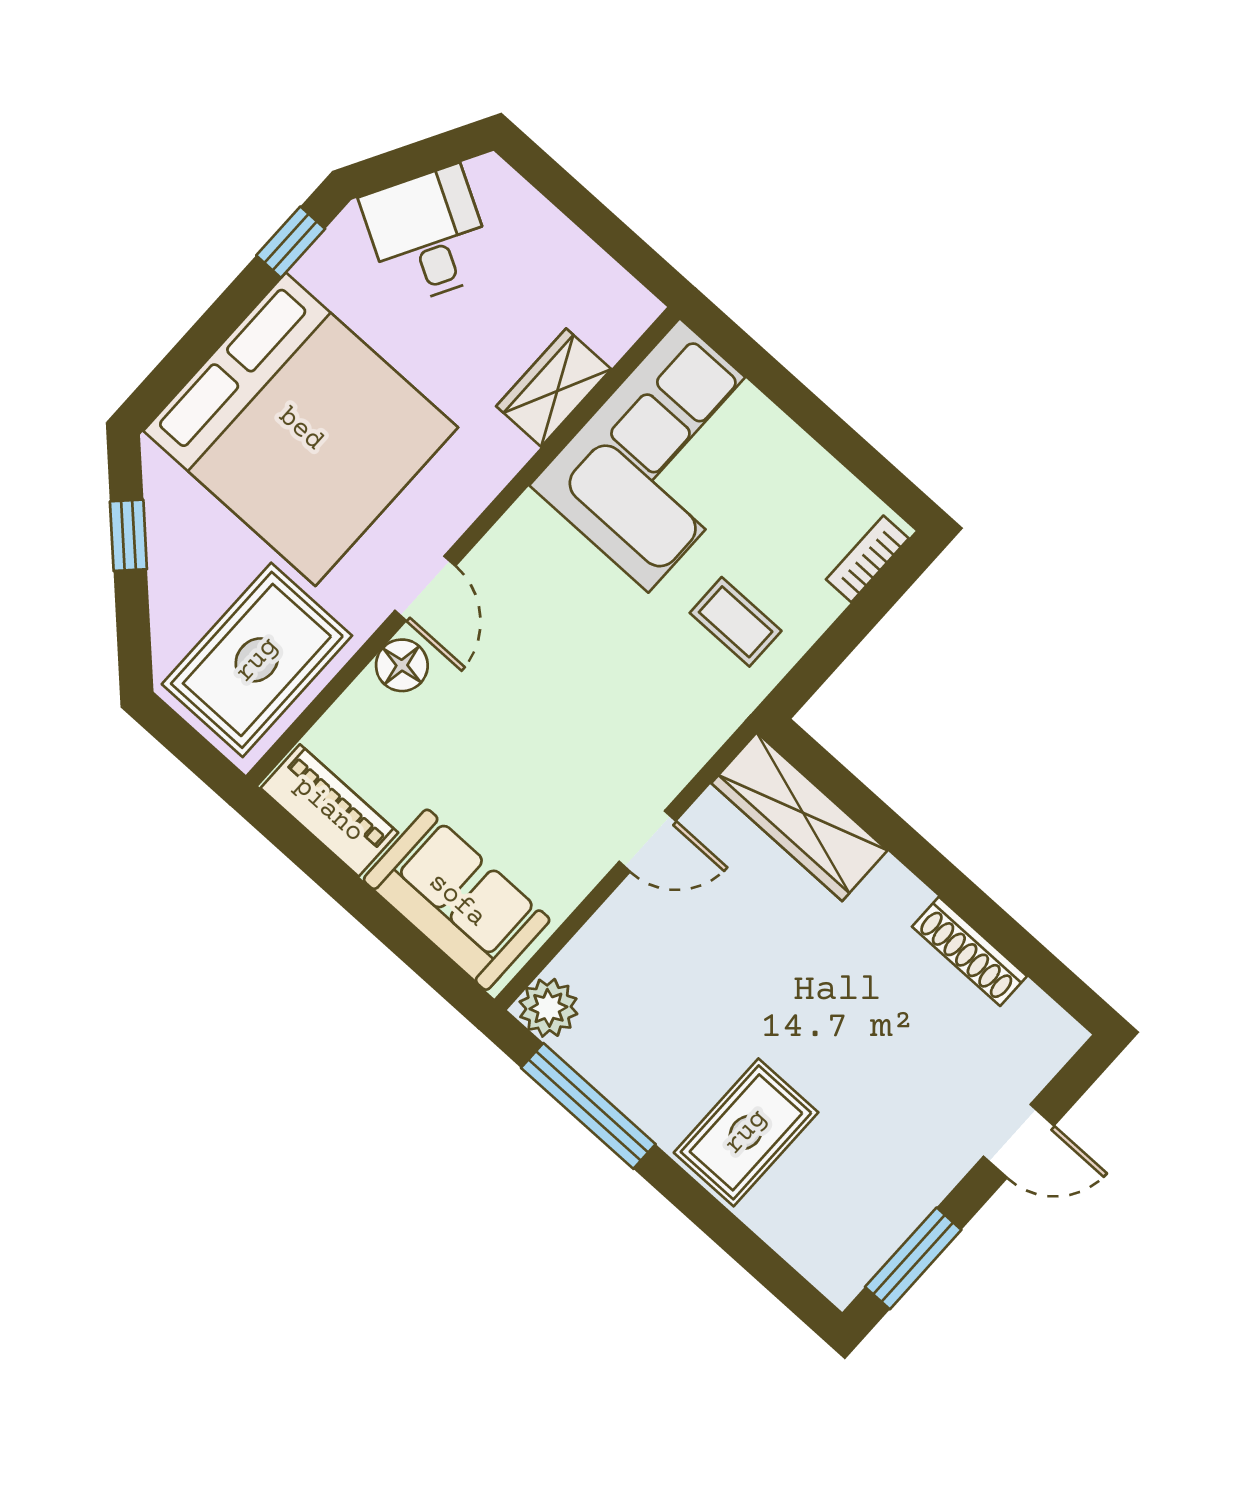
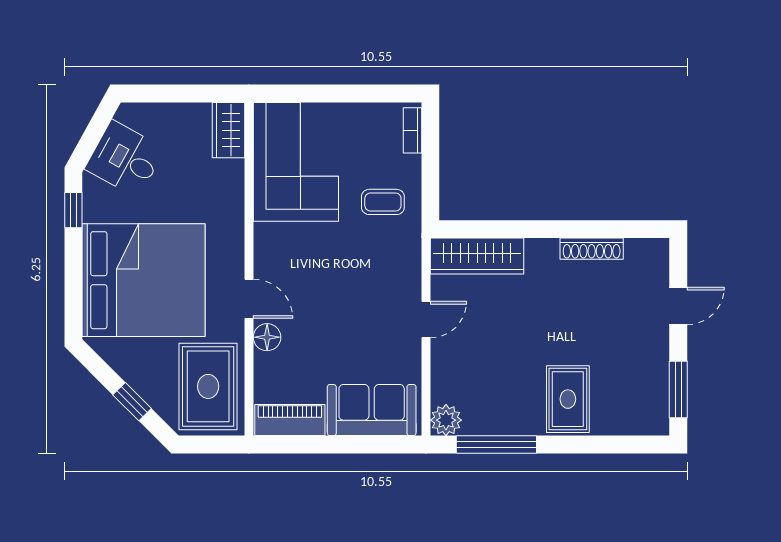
wardrobe: (554, 388) -> (228, 130), moved
window: (128, 535) -> (132, 402), moved

